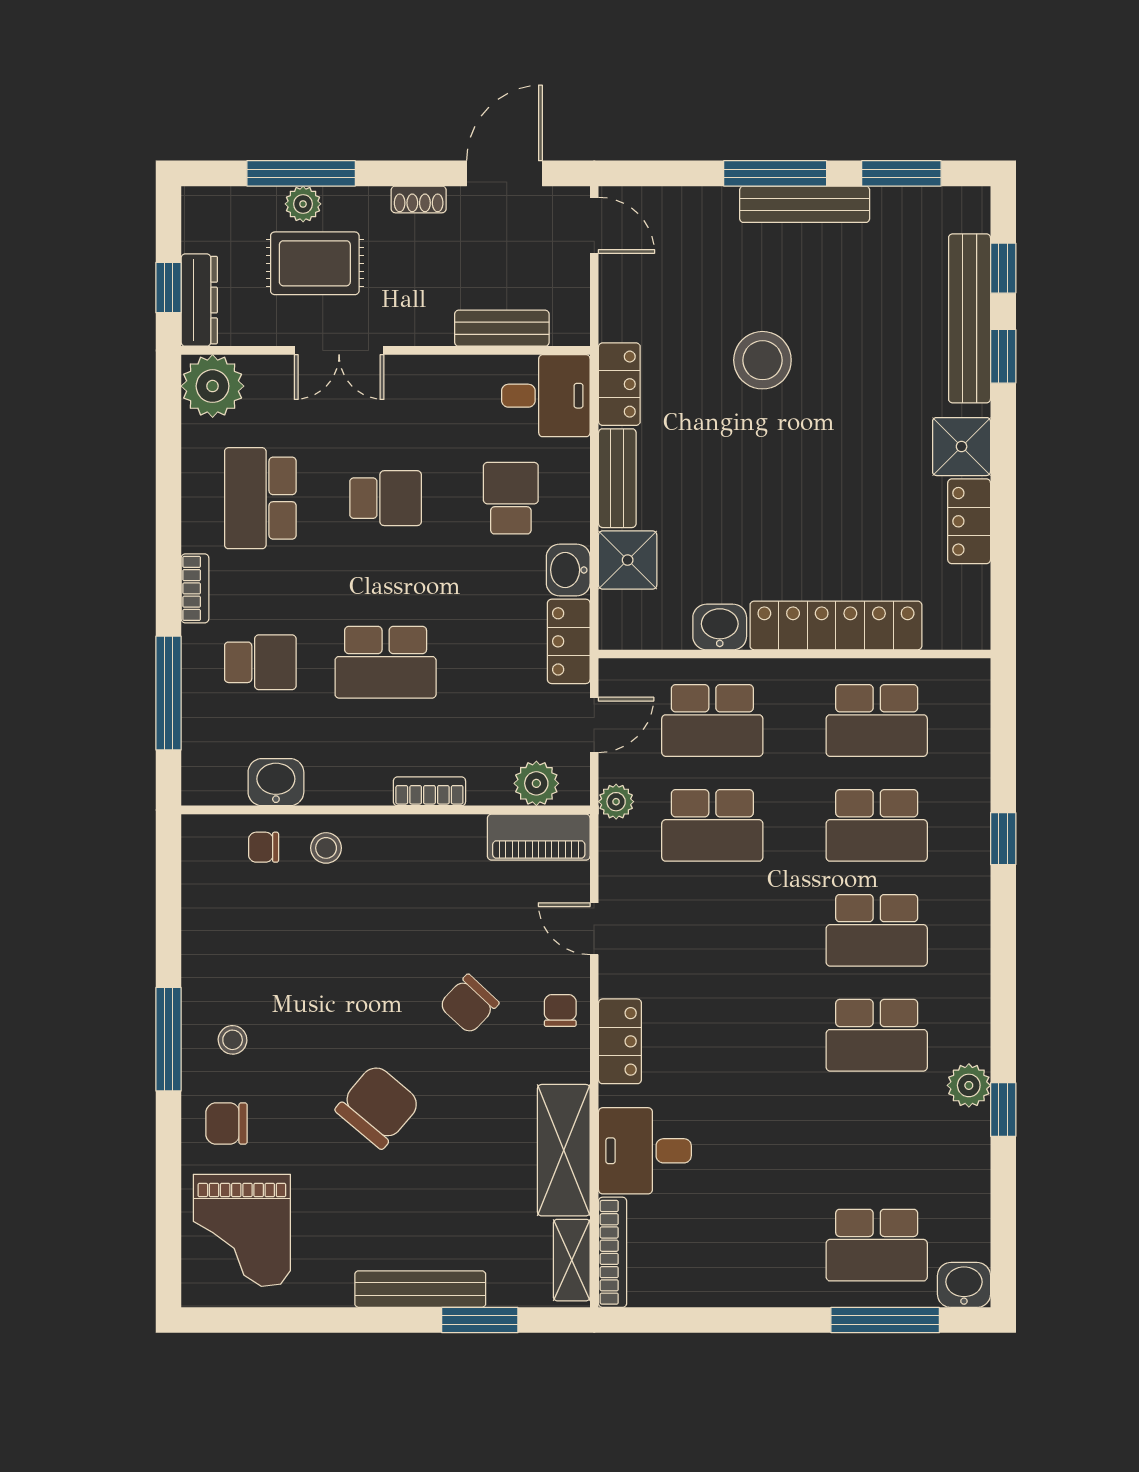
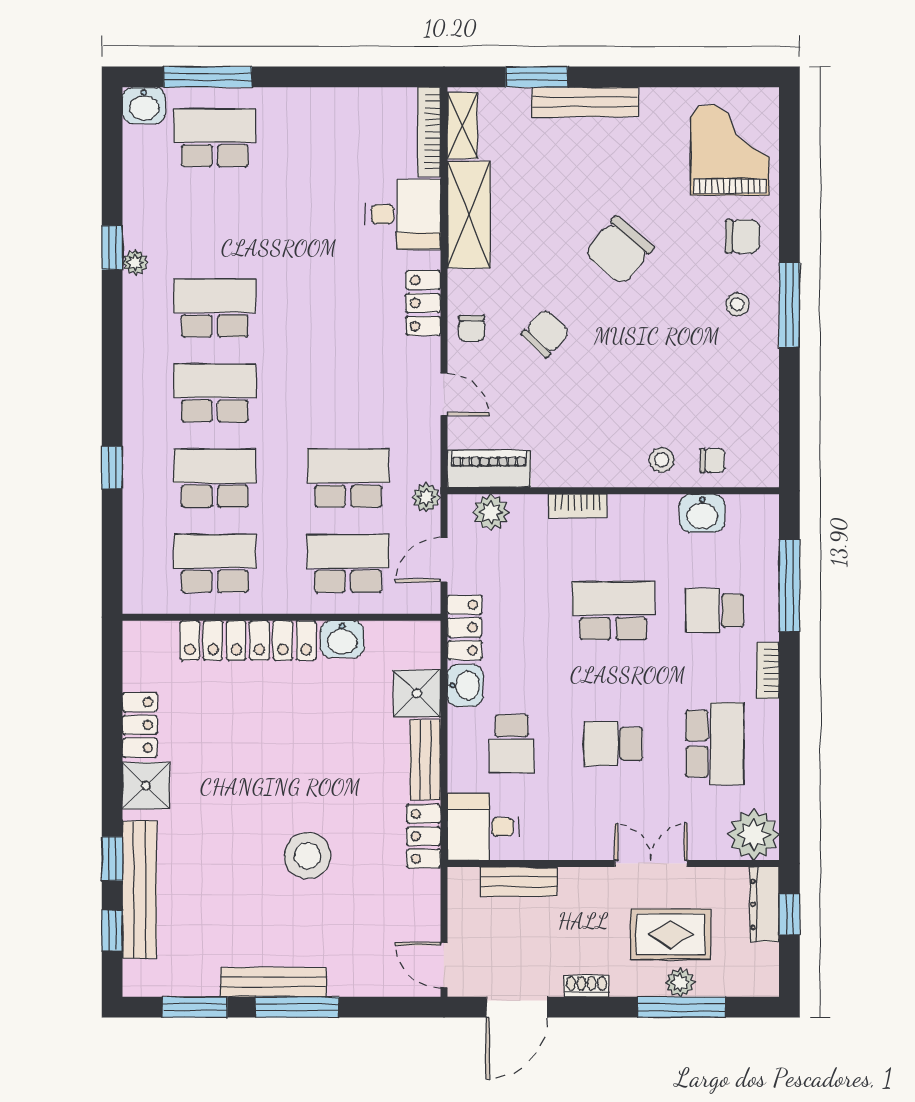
plant: (969, 1085) -> (135, 262), width x0.73, depth x0.73

